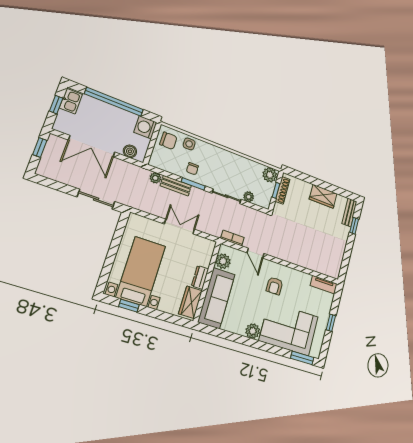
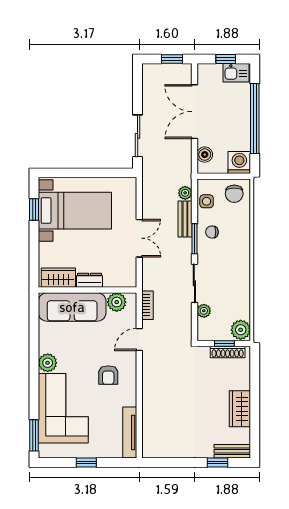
side table: (189, 144) -> (207, 201), moved
tv unit: (324, 285) -> (130, 433), width x1.41
armchair: (274, 286) -> (108, 375), turned -90

